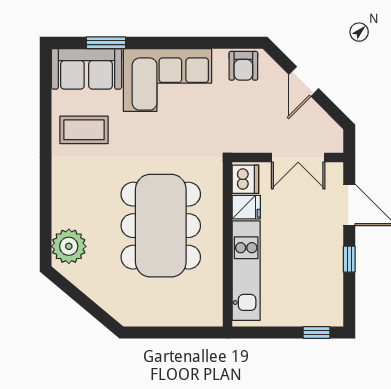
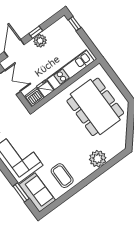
dining table: (161, 226) -> (95, 107), moved, turned 90
plant: (69, 246) -> (98, 159), moved
plant: (330, 256) -> (40, 41), added

